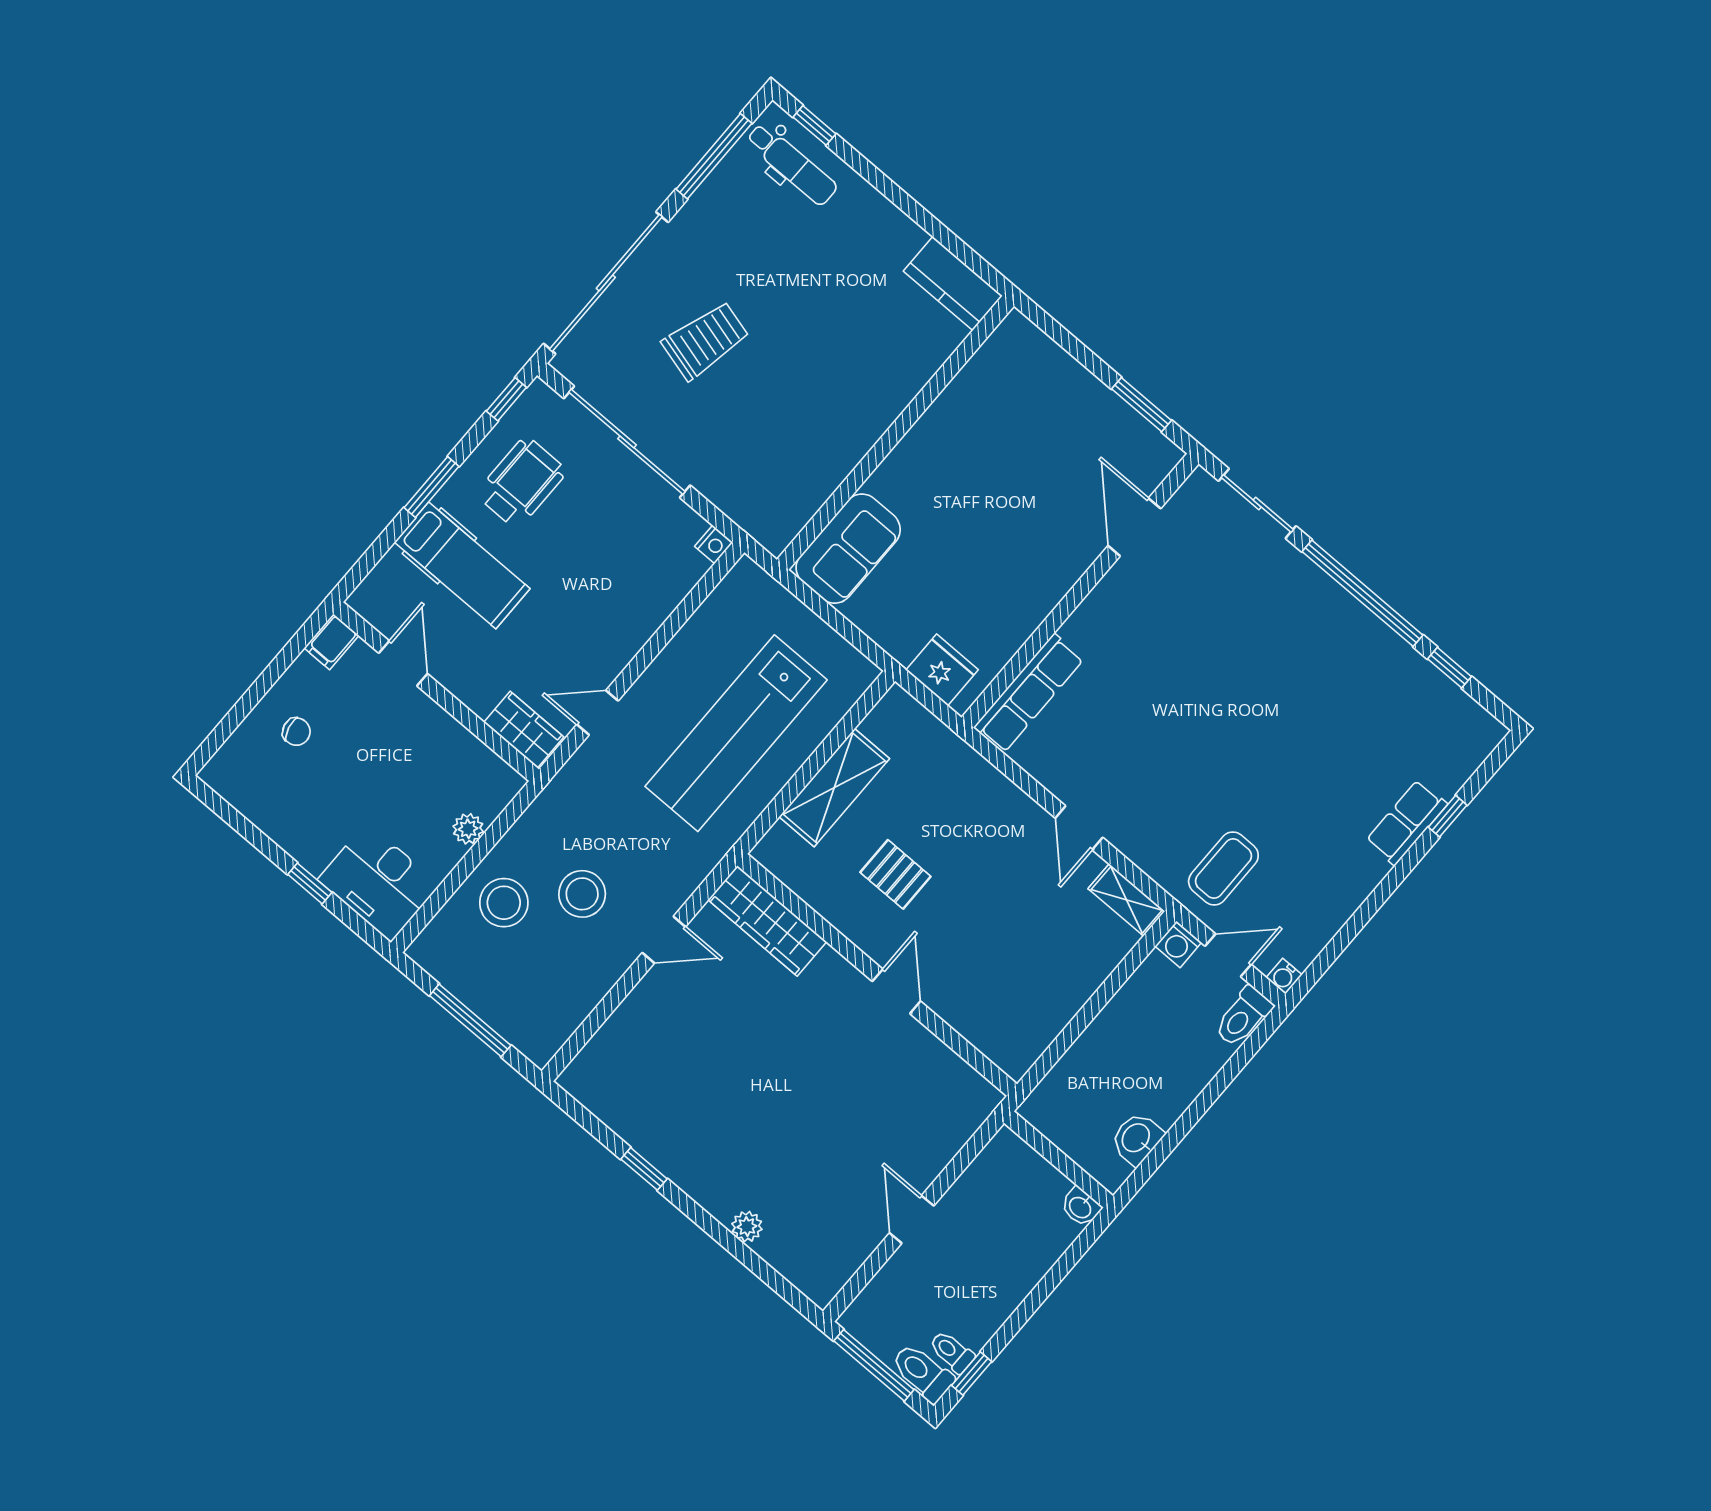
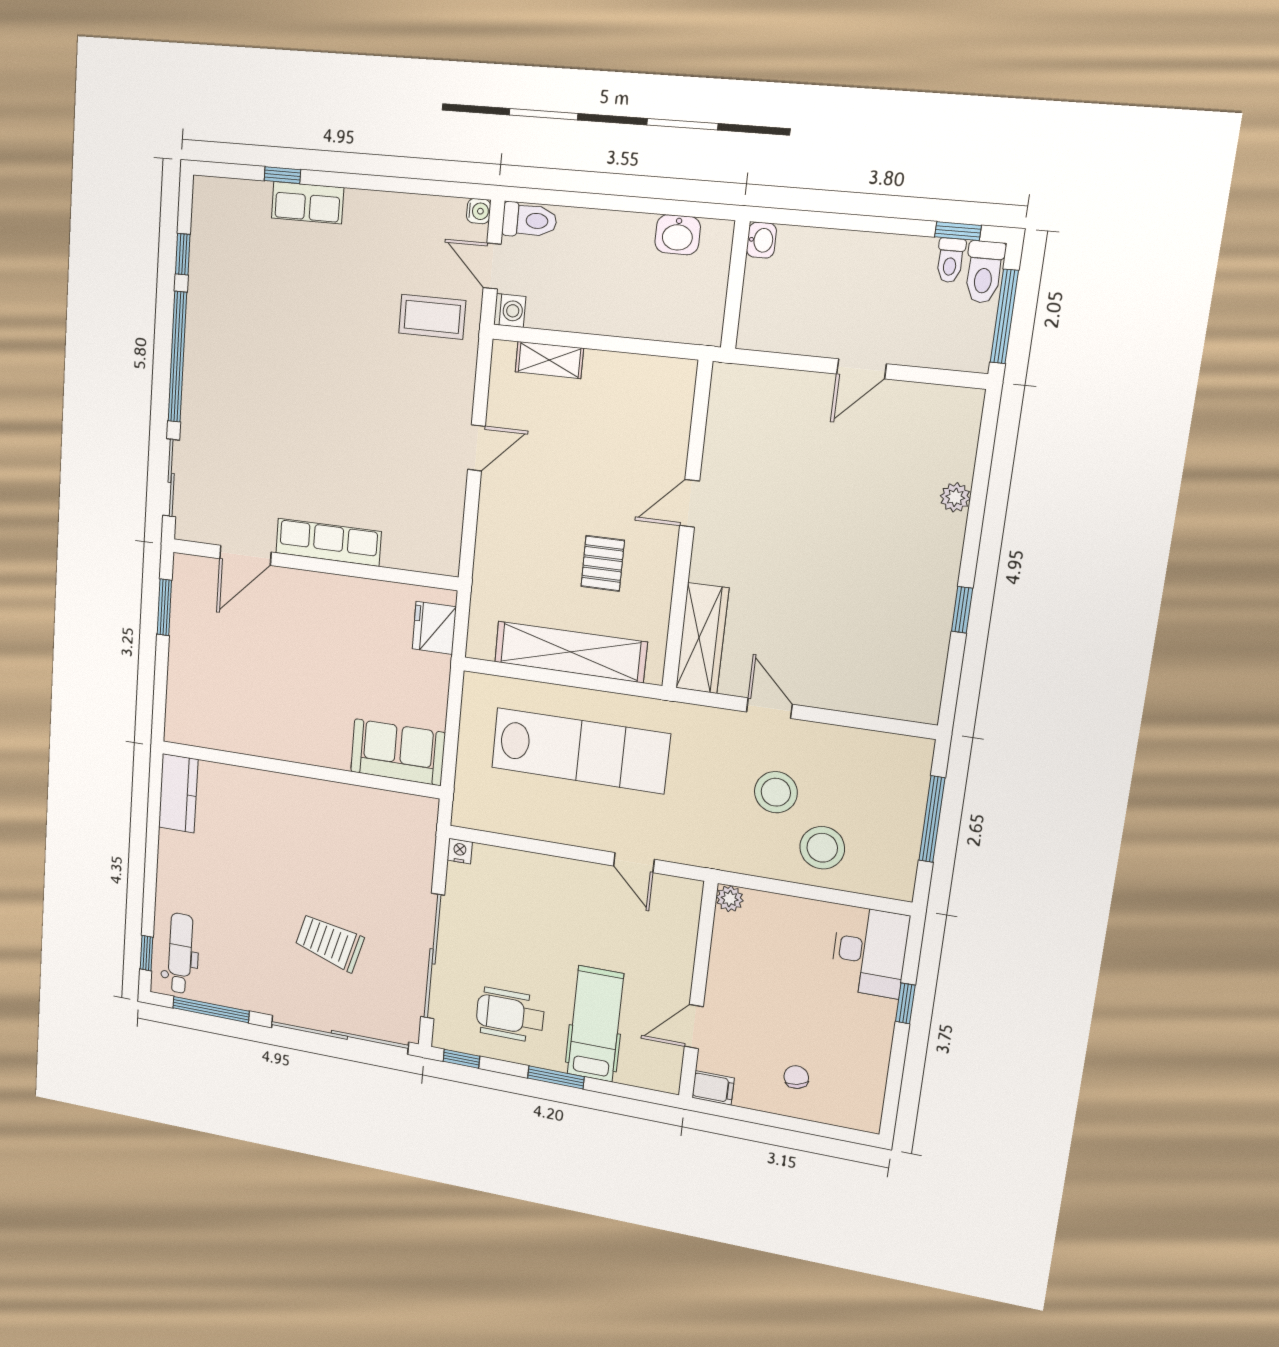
row of seats: (1029, 693) -> (328, 542), moved
wardrobe: (524, 730) -> (683, 910), removed
shelving: (834, 788) -> (570, 652), width x1.47
plant: (468, 829) -> (730, 899), moved
shelving: (1126, 900) -> (549, 360), moved, turned 90

